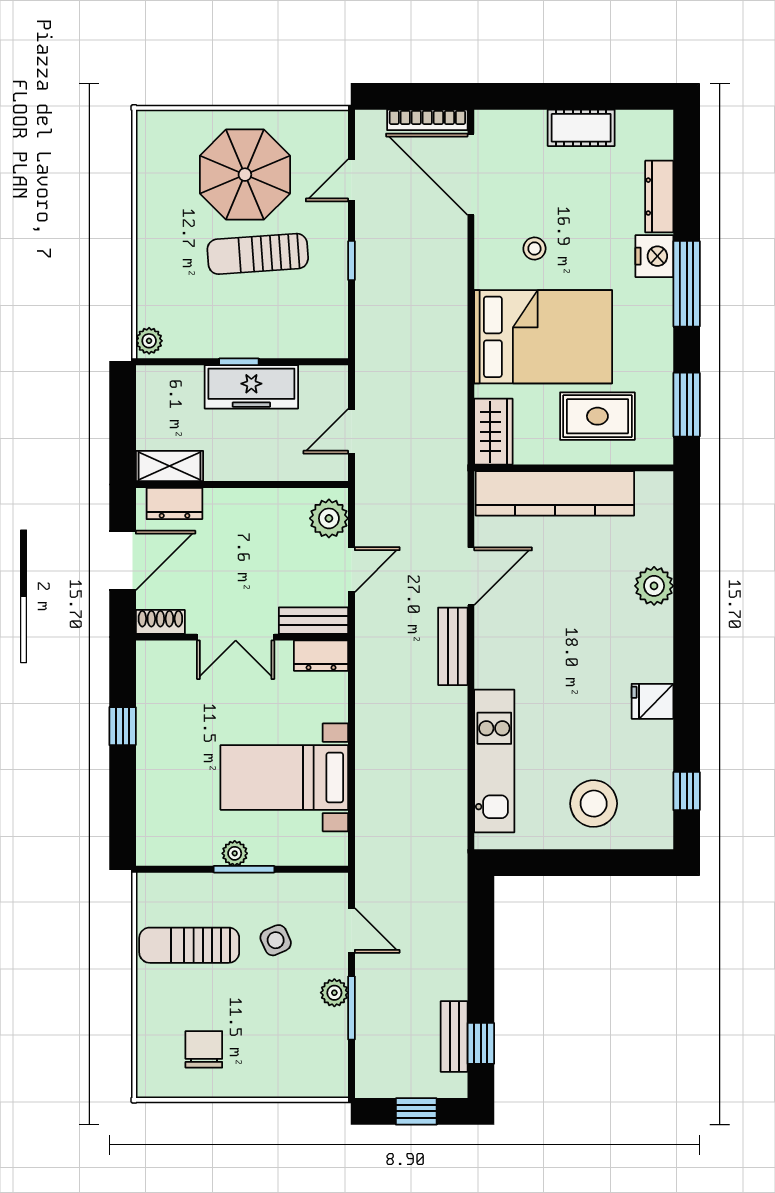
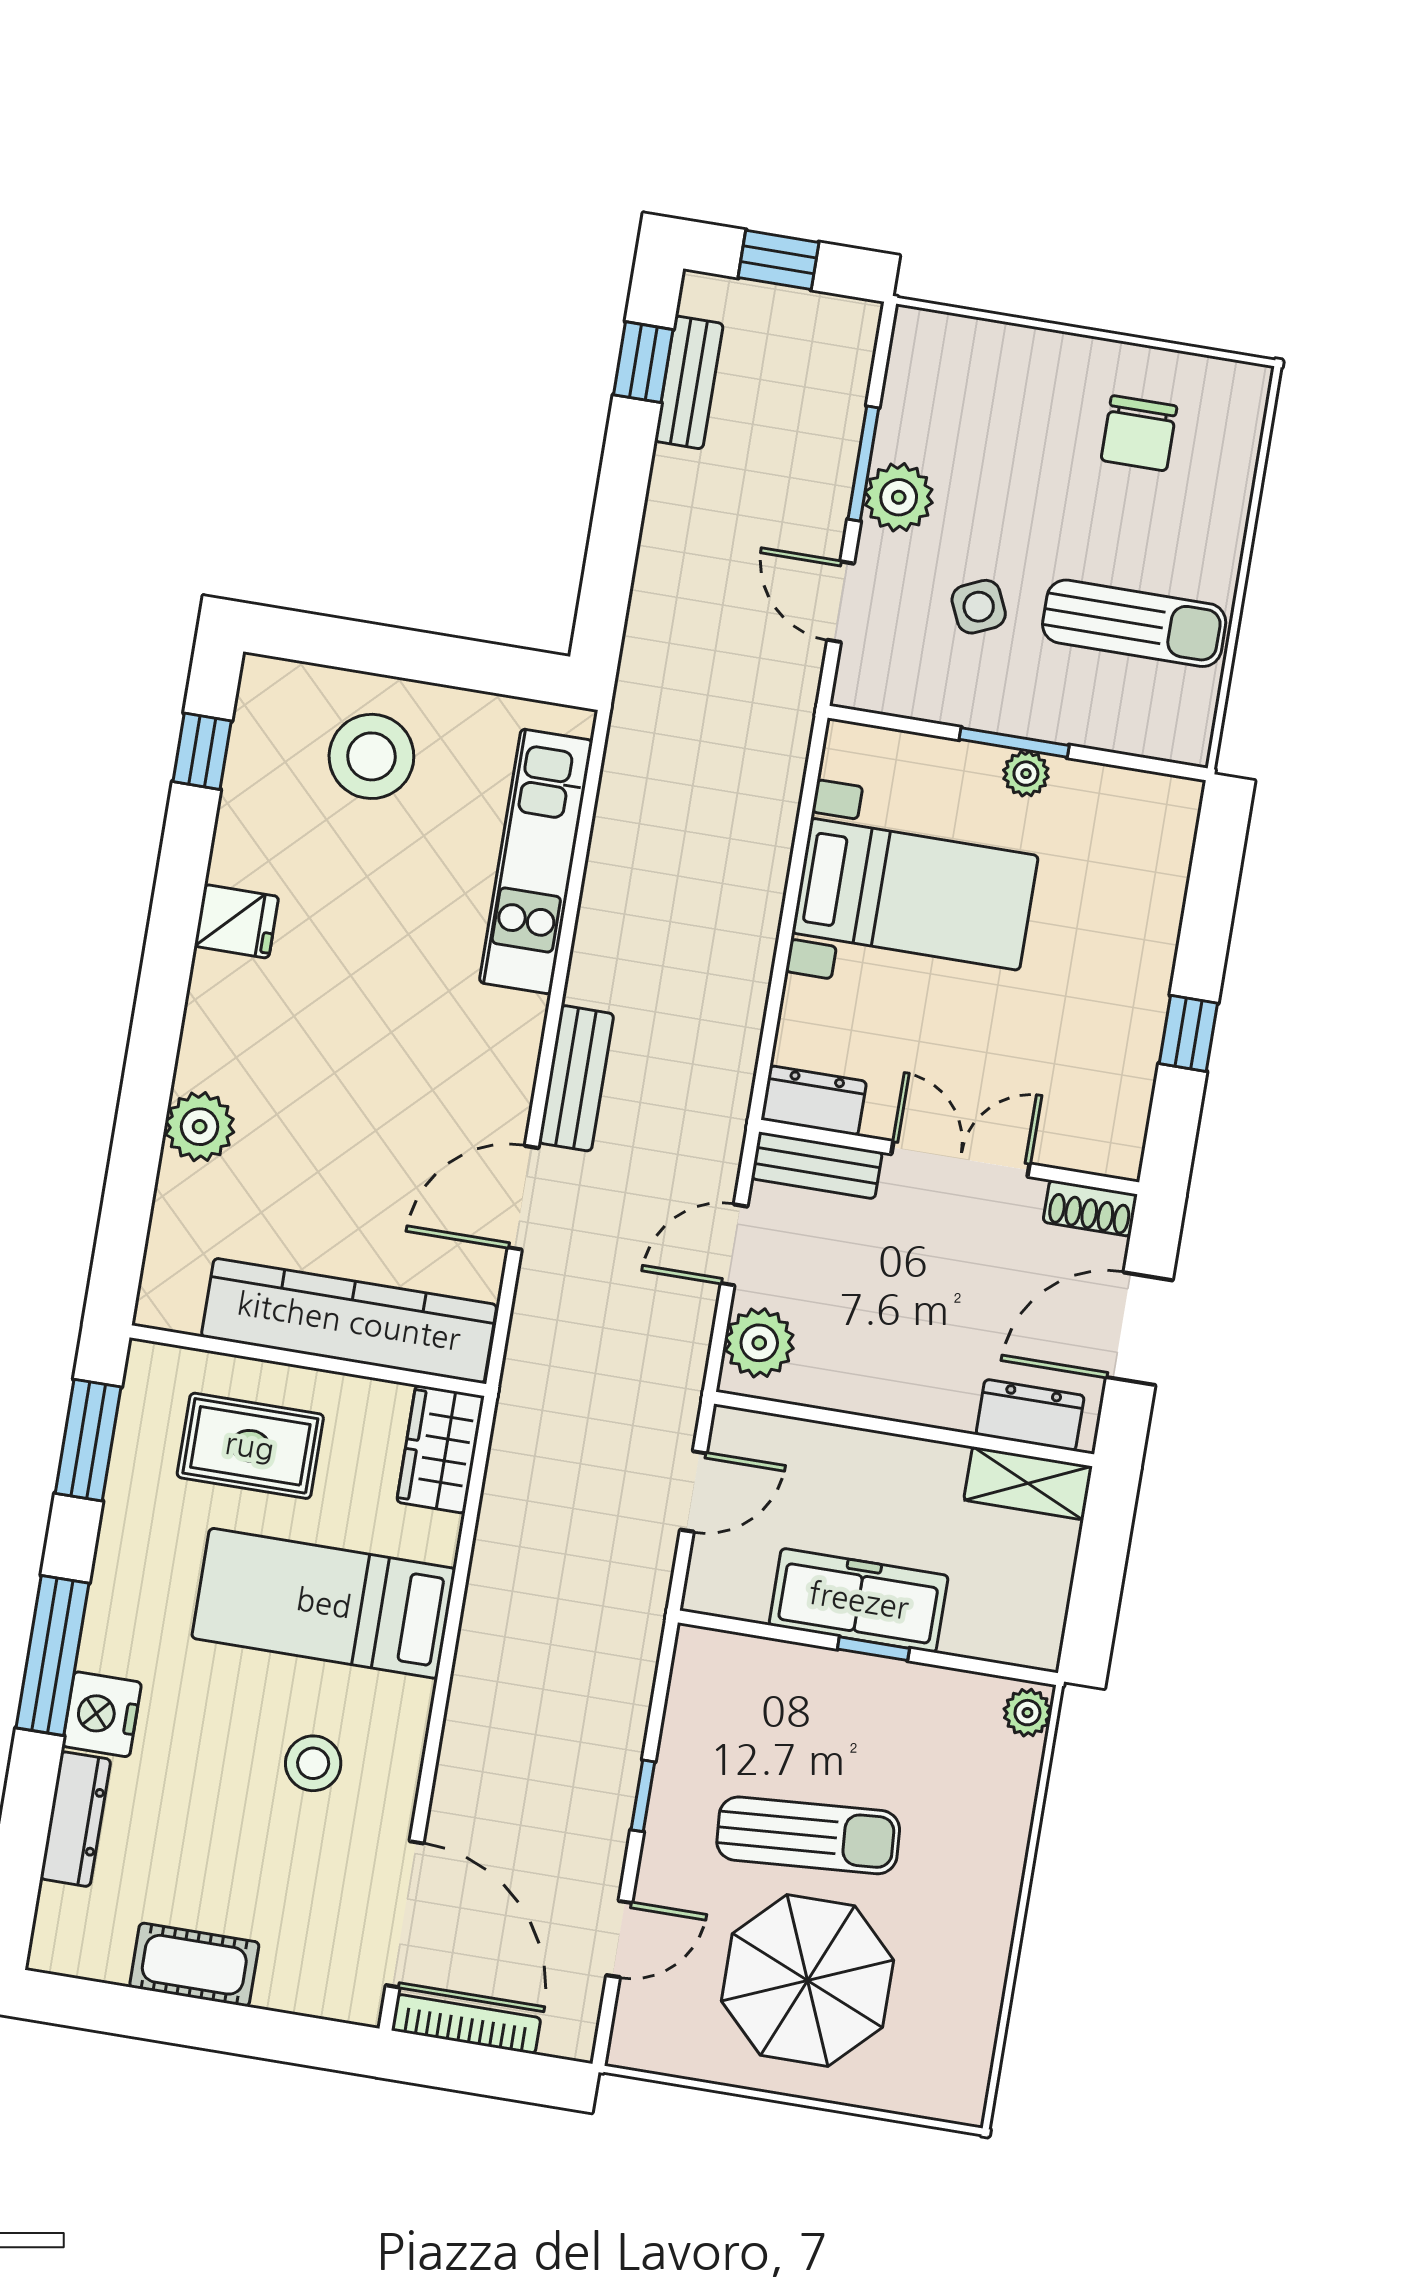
stool: (534, 248) -> (313, 1763), width x1.37, depth x1.37
bed: (543, 337) -> (324, 1603), width x0.67
plant: (334, 993) -> (899, 497), width x1.38, depth x1.38

